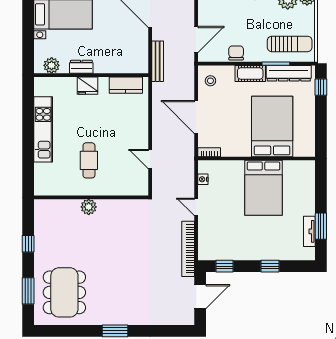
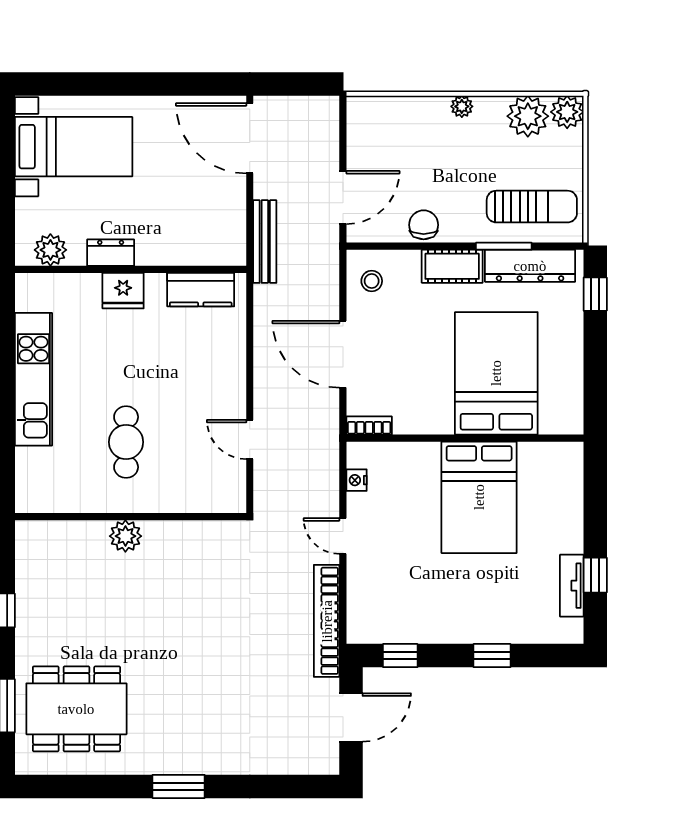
window: (321, 226) -> (595, 575), width x0.67
dining table: (64, 292) -> (76, 709), turned 90

